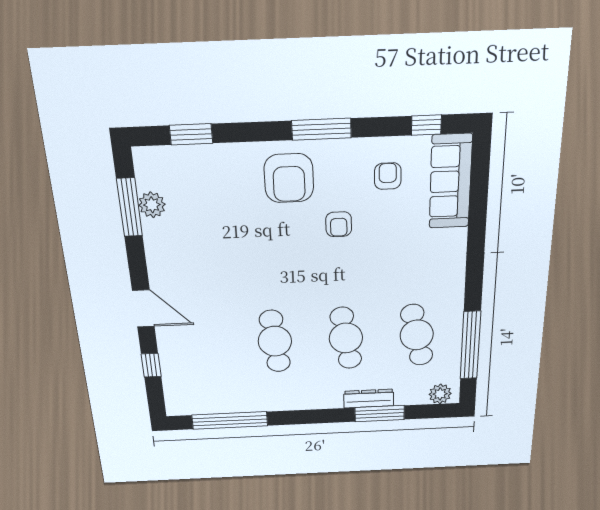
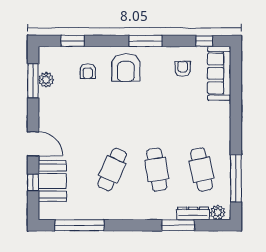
armchair: (339, 224) -> (88, 71), moved
cafe table: (275, 341) -> (112, 170), turned 30
booth: (181, 362) -> (52, 181), added
dresser: (369, 399) -> (193, 214), moved

